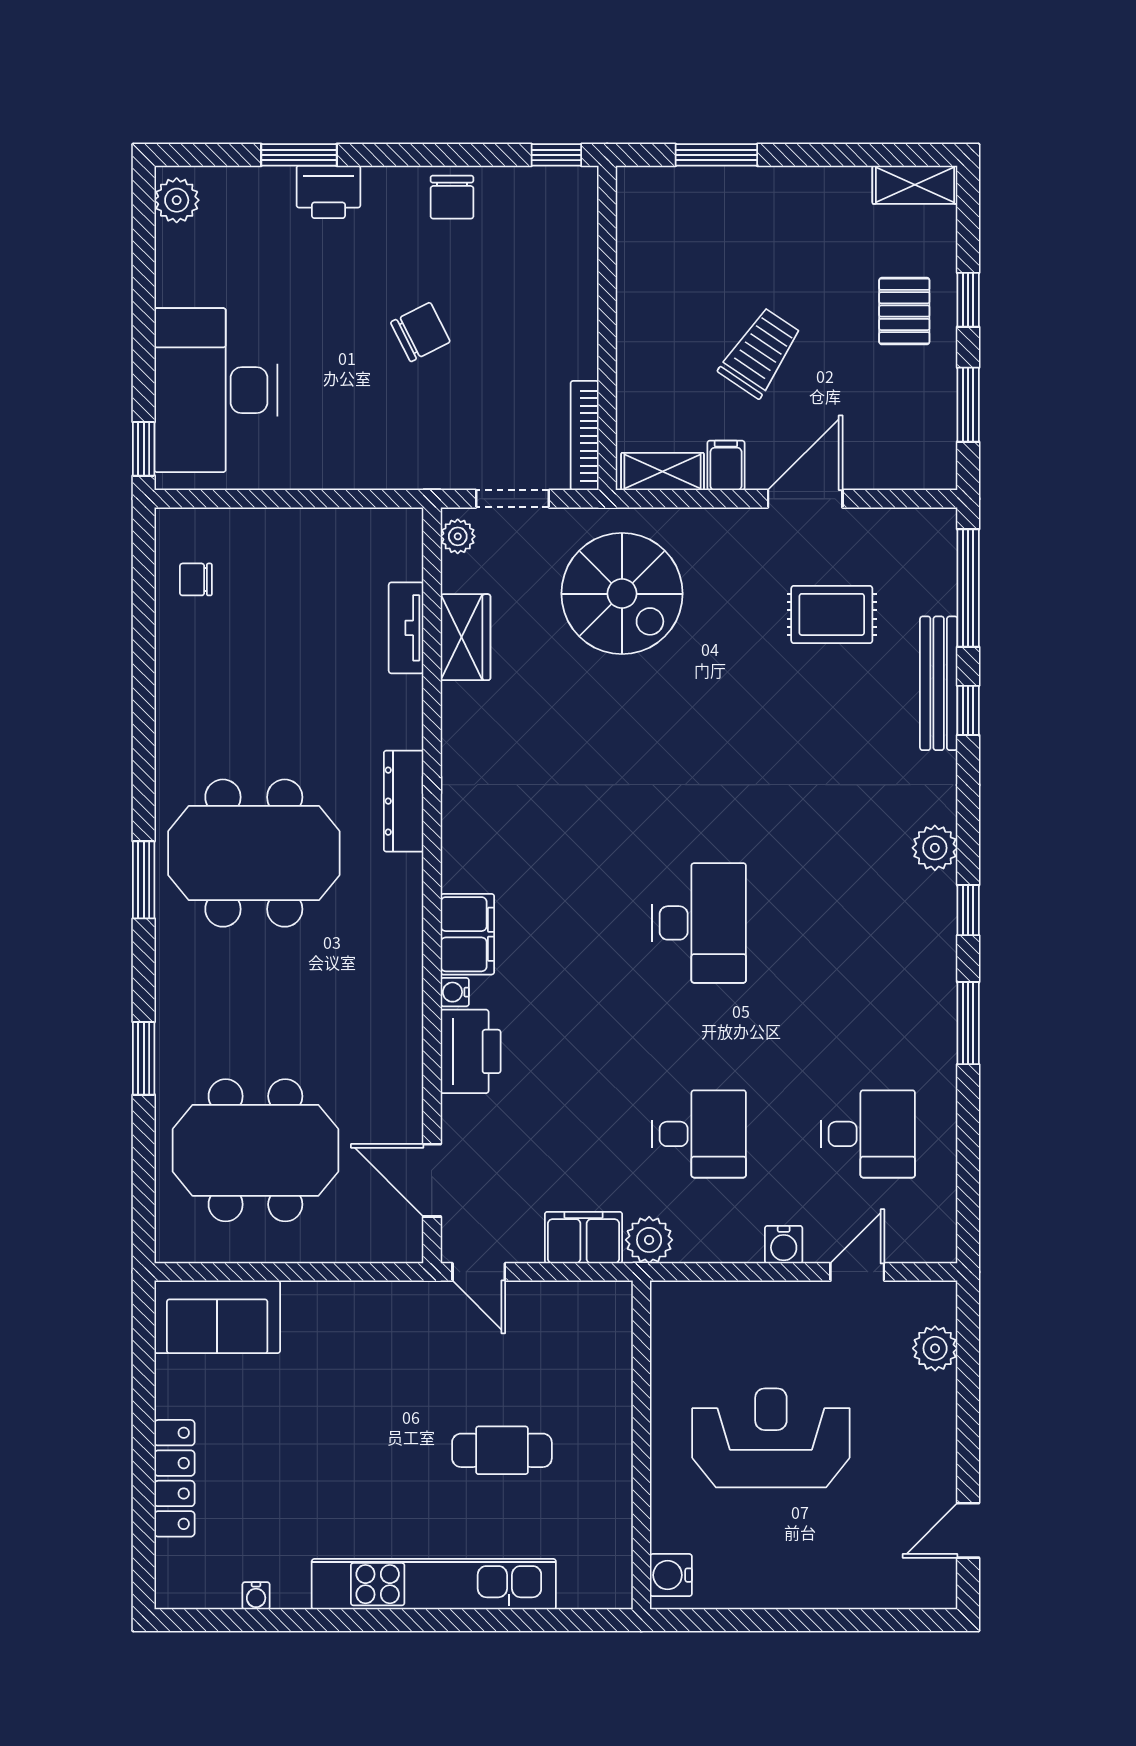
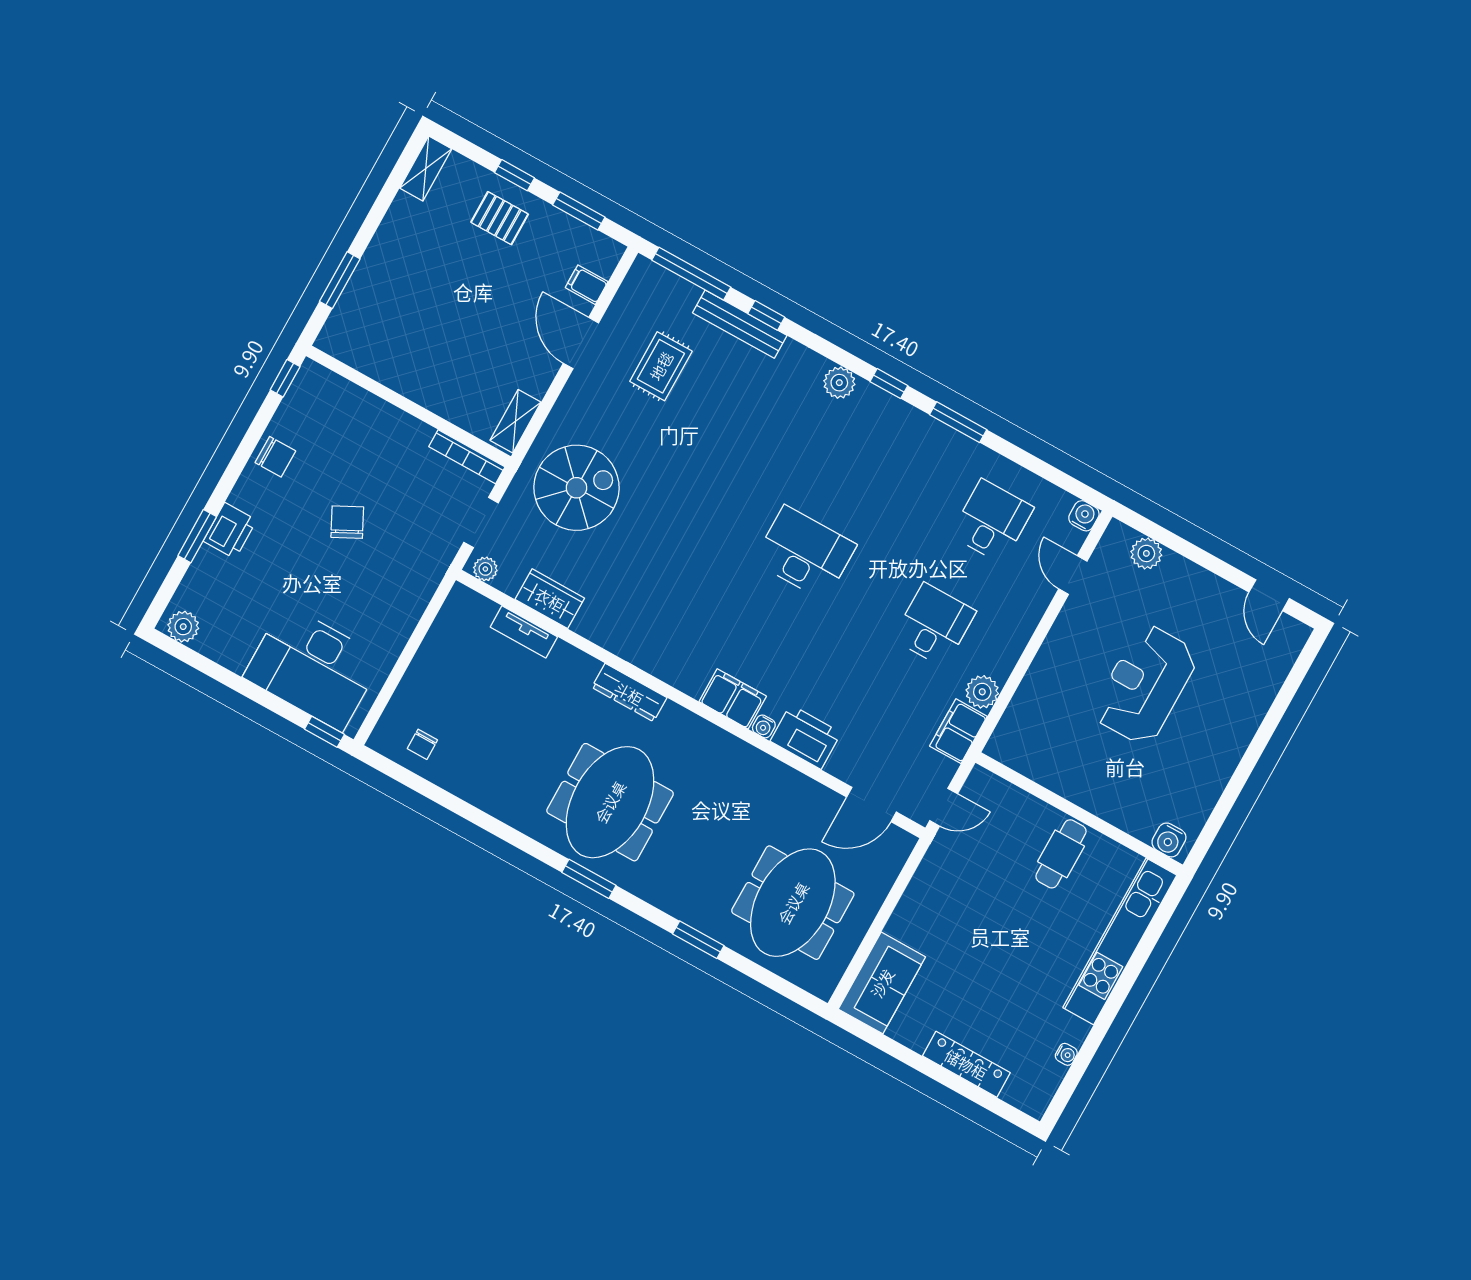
trolley: (760, 353) -> (476, 321), removed
filing cabinet: (726, 465) -> (587, 285), moved
water cooler: (784, 1245) -> (1084, 516), moved, turned -90
wall: (641, 1445) -> (1079, 814), moved
water cooler: (671, 1575) -> (1169, 840), moved

